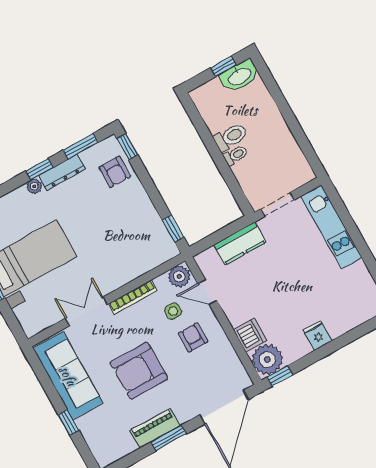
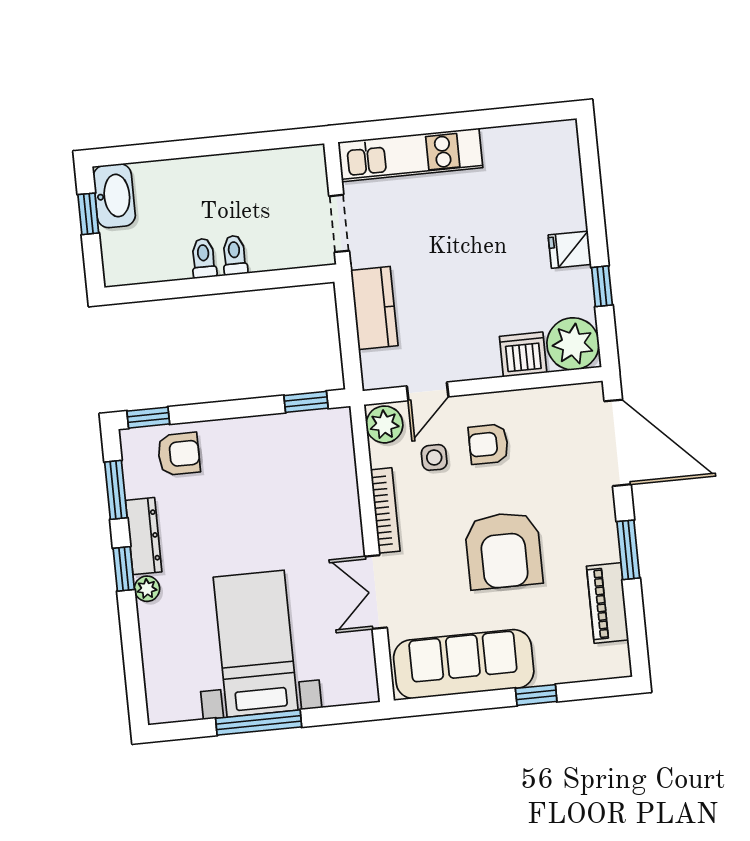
toilet: (231, 137) -> (204, 258), width x0.73, depth x0.72
window: (280, 376) -> (602, 286), moved
piano: (155, 428) -> (608, 603), moved

